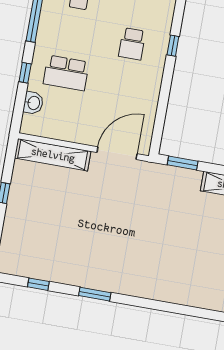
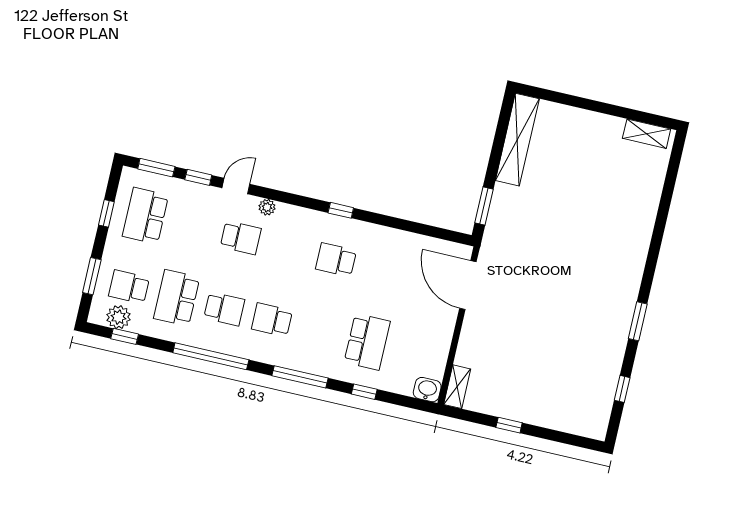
school desk: (132, 44) -> (336, 260), turned 180
washbasin: (33, 103) -> (427, 390), moved
shelving: (53, 155) -> (457, 387), width x0.45, depth x0.75

